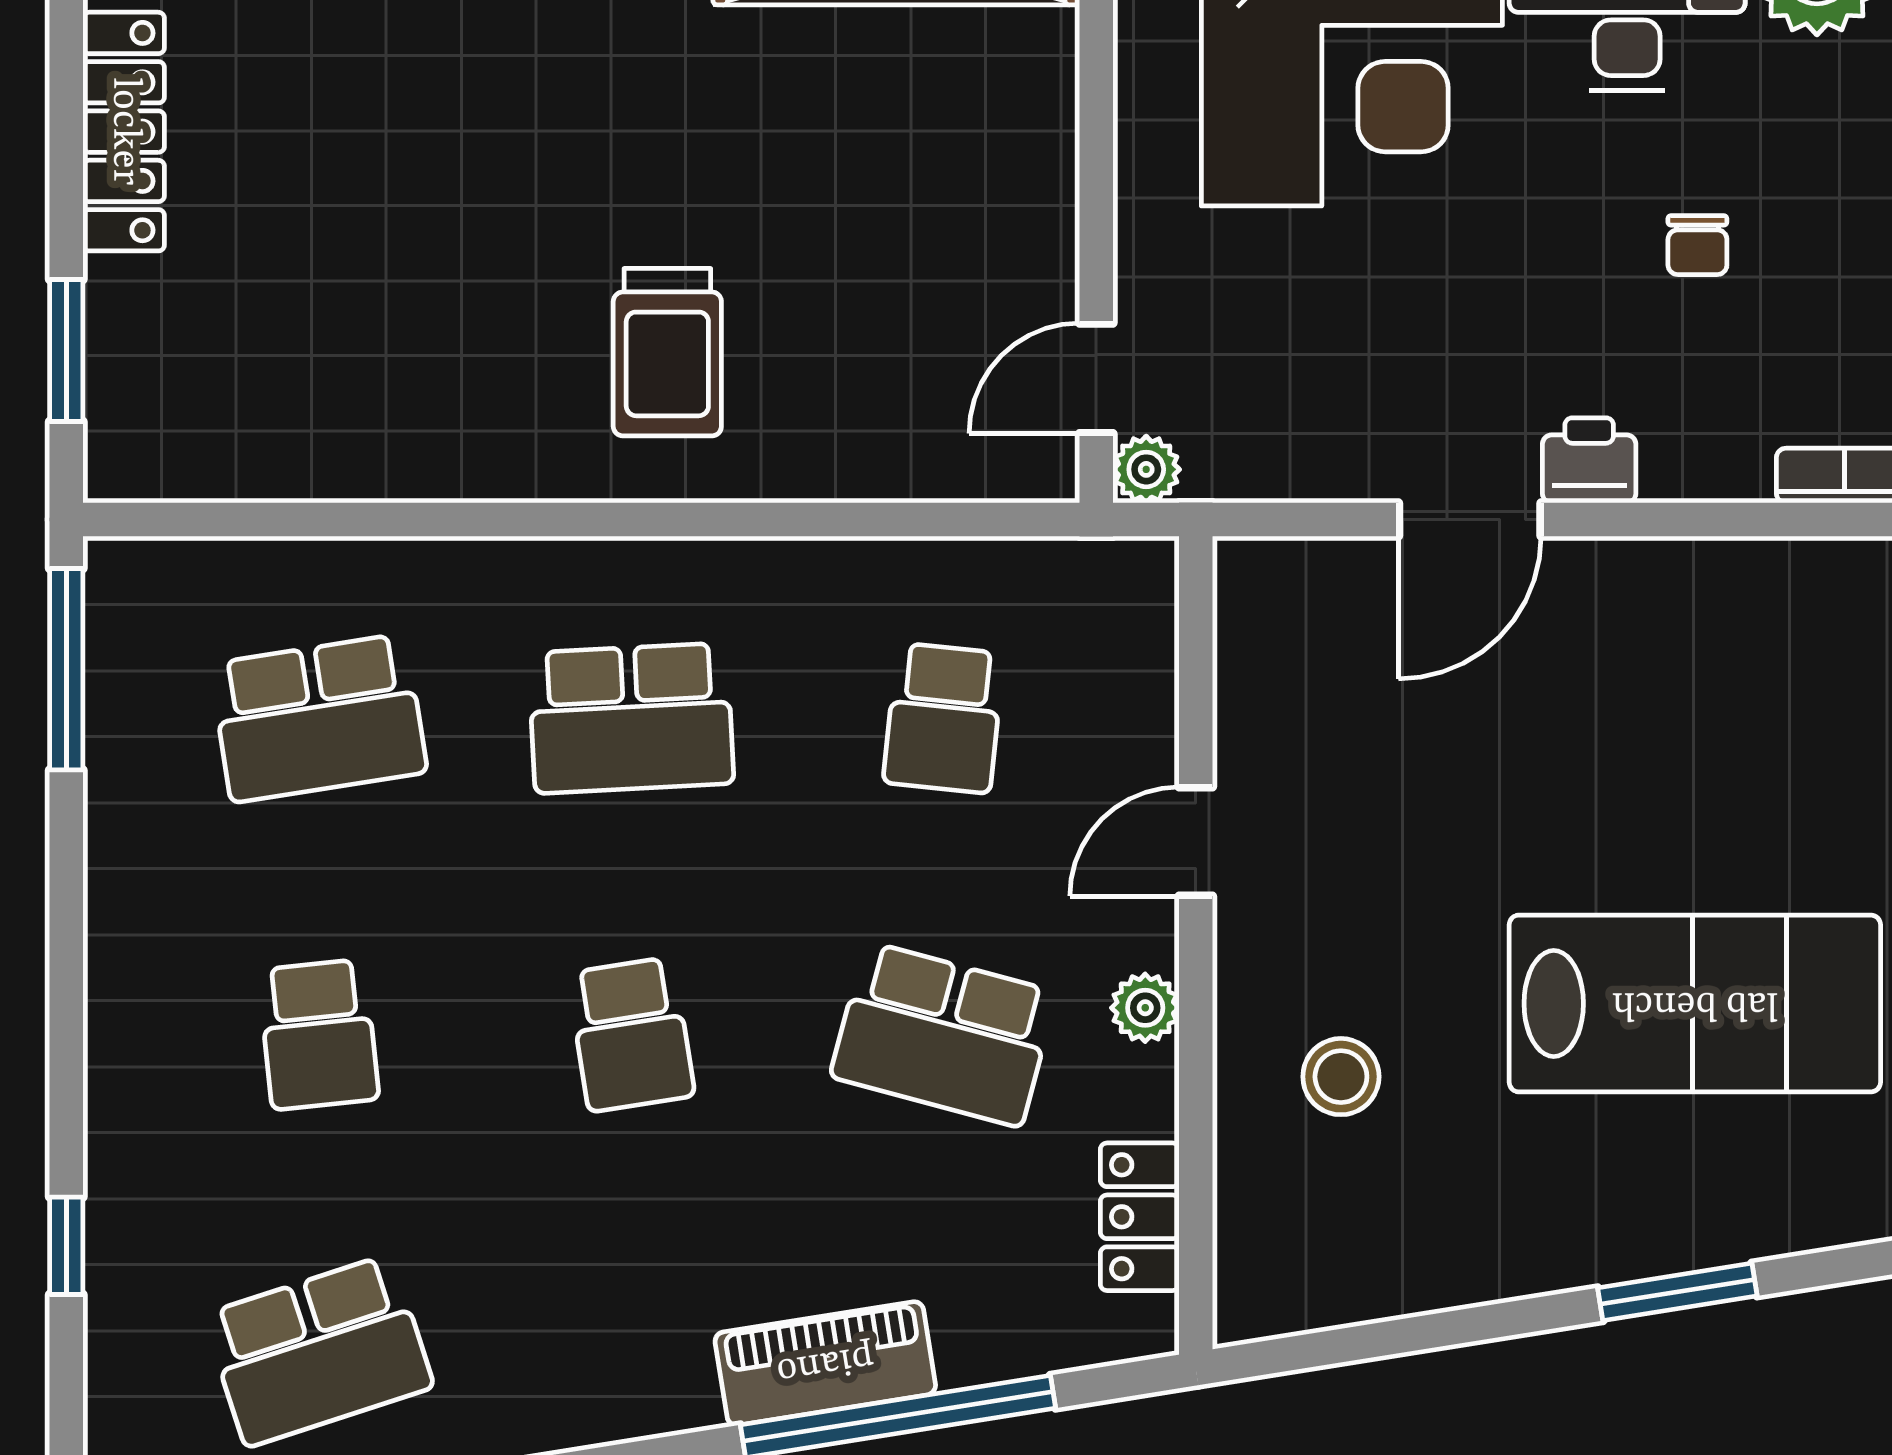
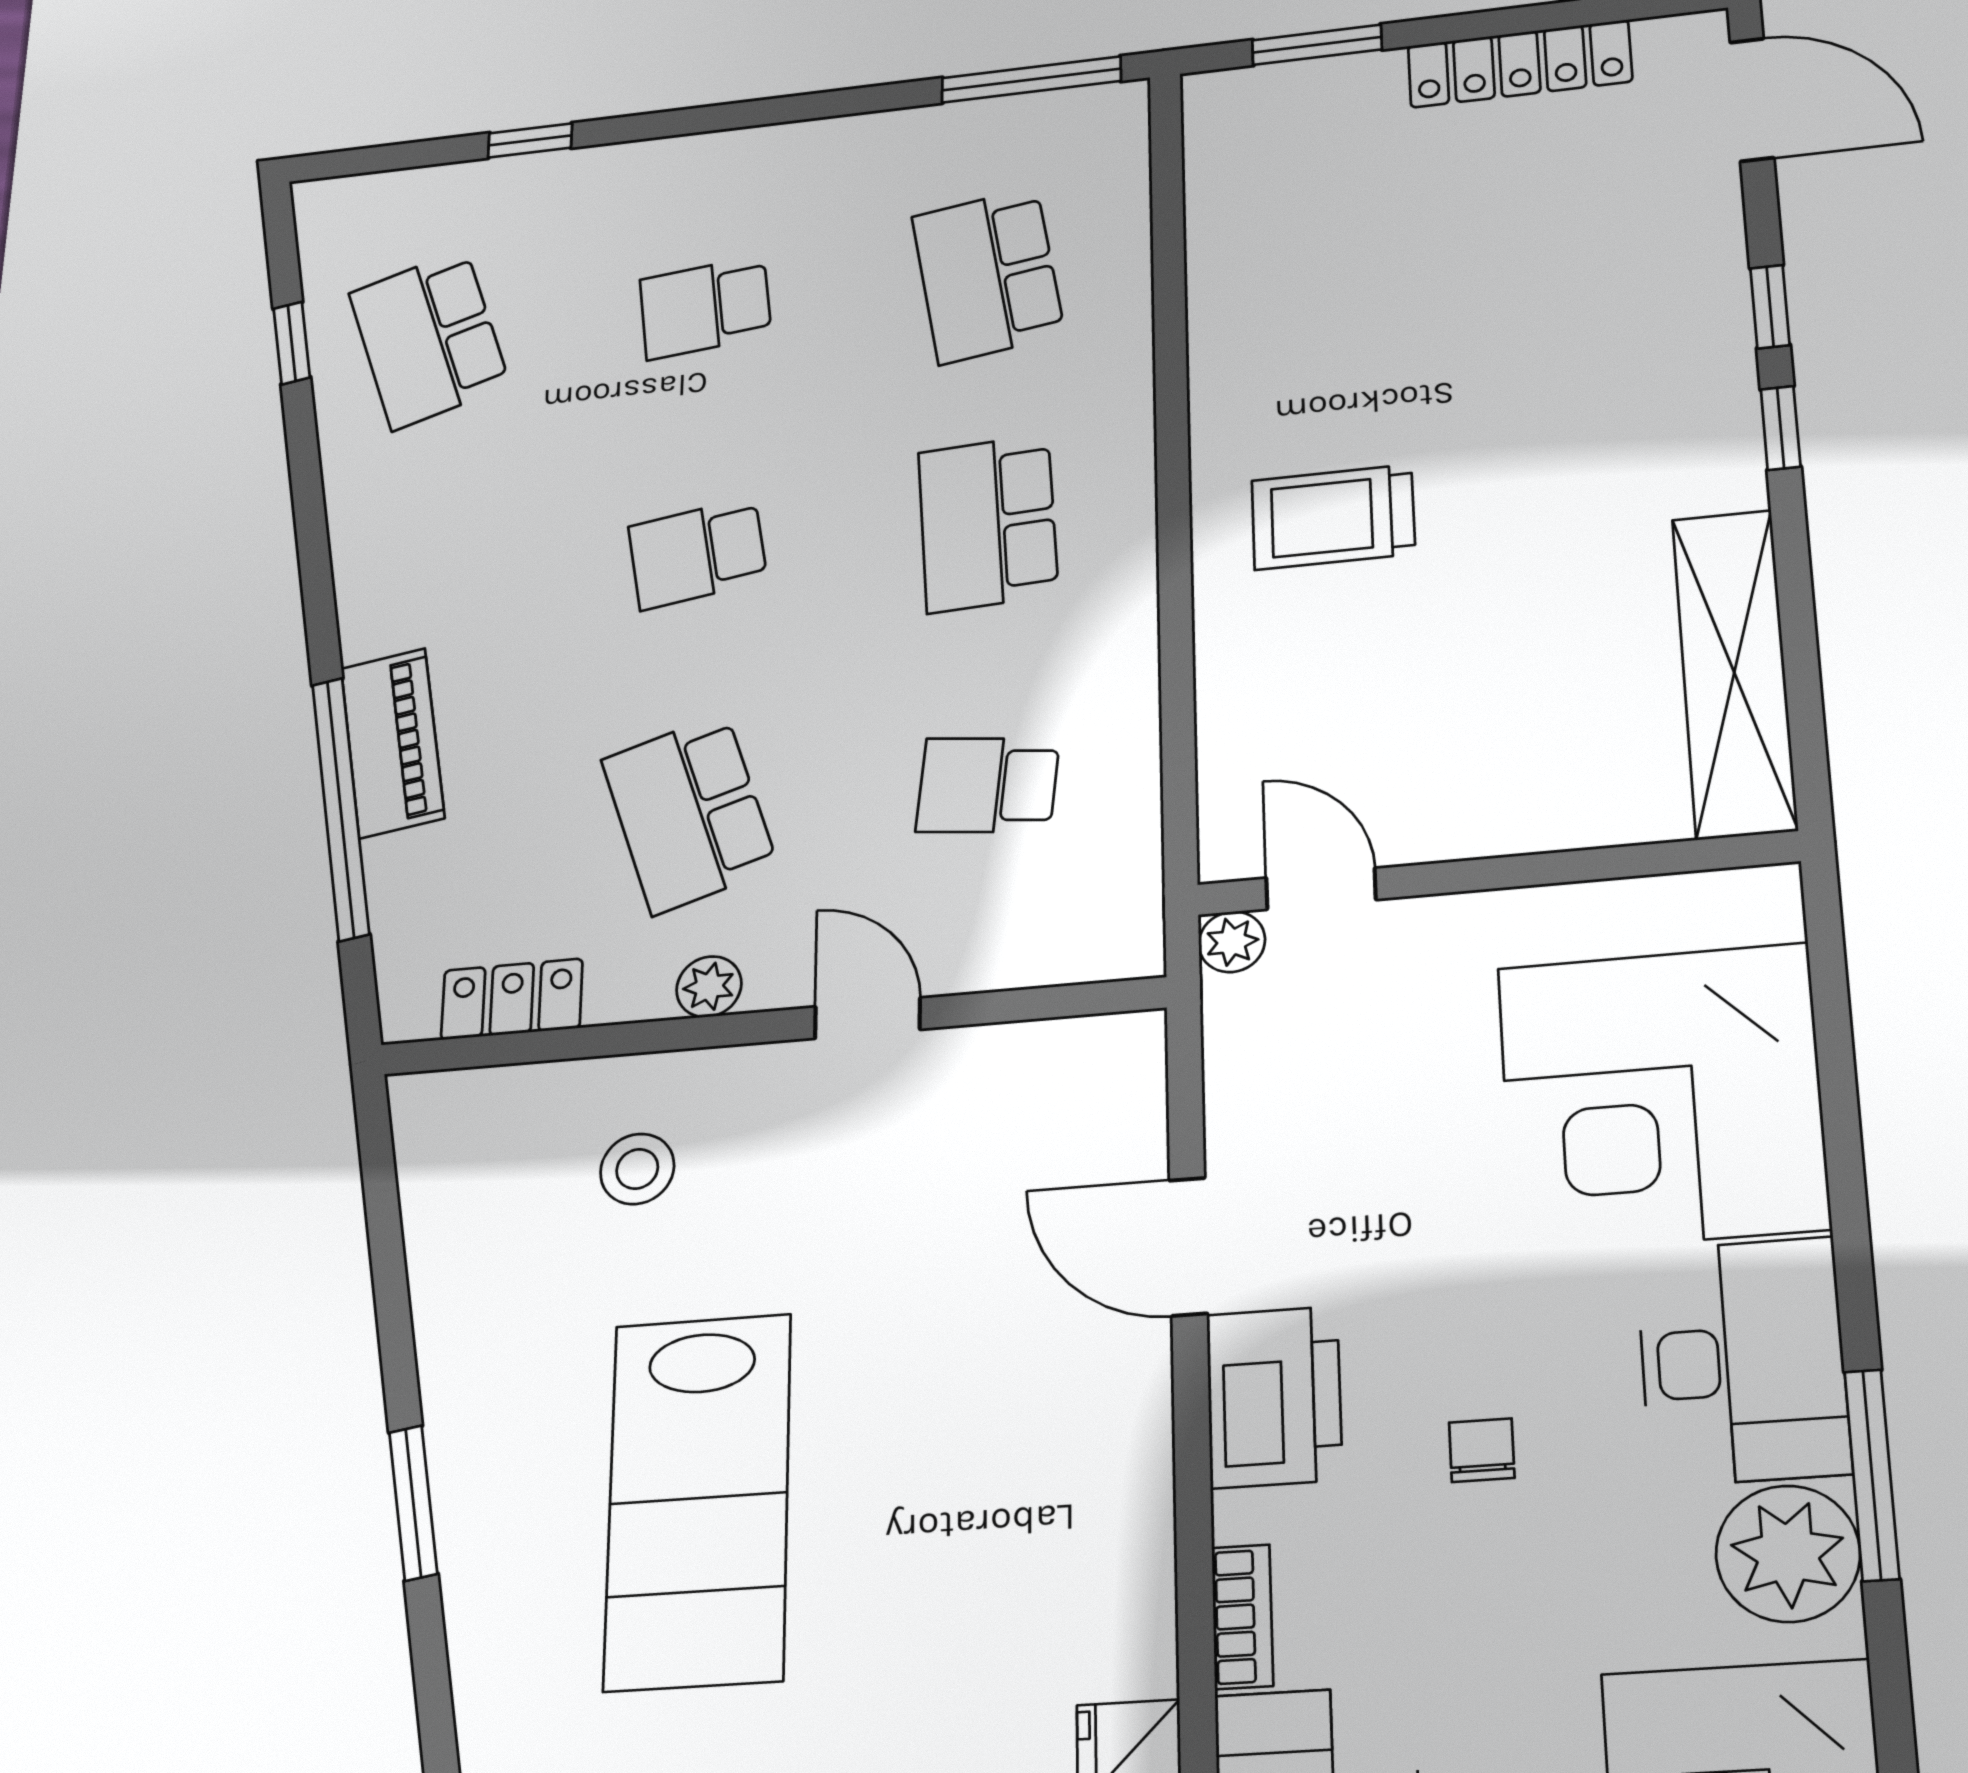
chair: (1697, 245) -> (1482, 1450), turned 90
printer: (1589, 460) -> (1274, 1397), width x1.87, depth x1.48
school desk: (944, 1034) -> (689, 813), turned -33

